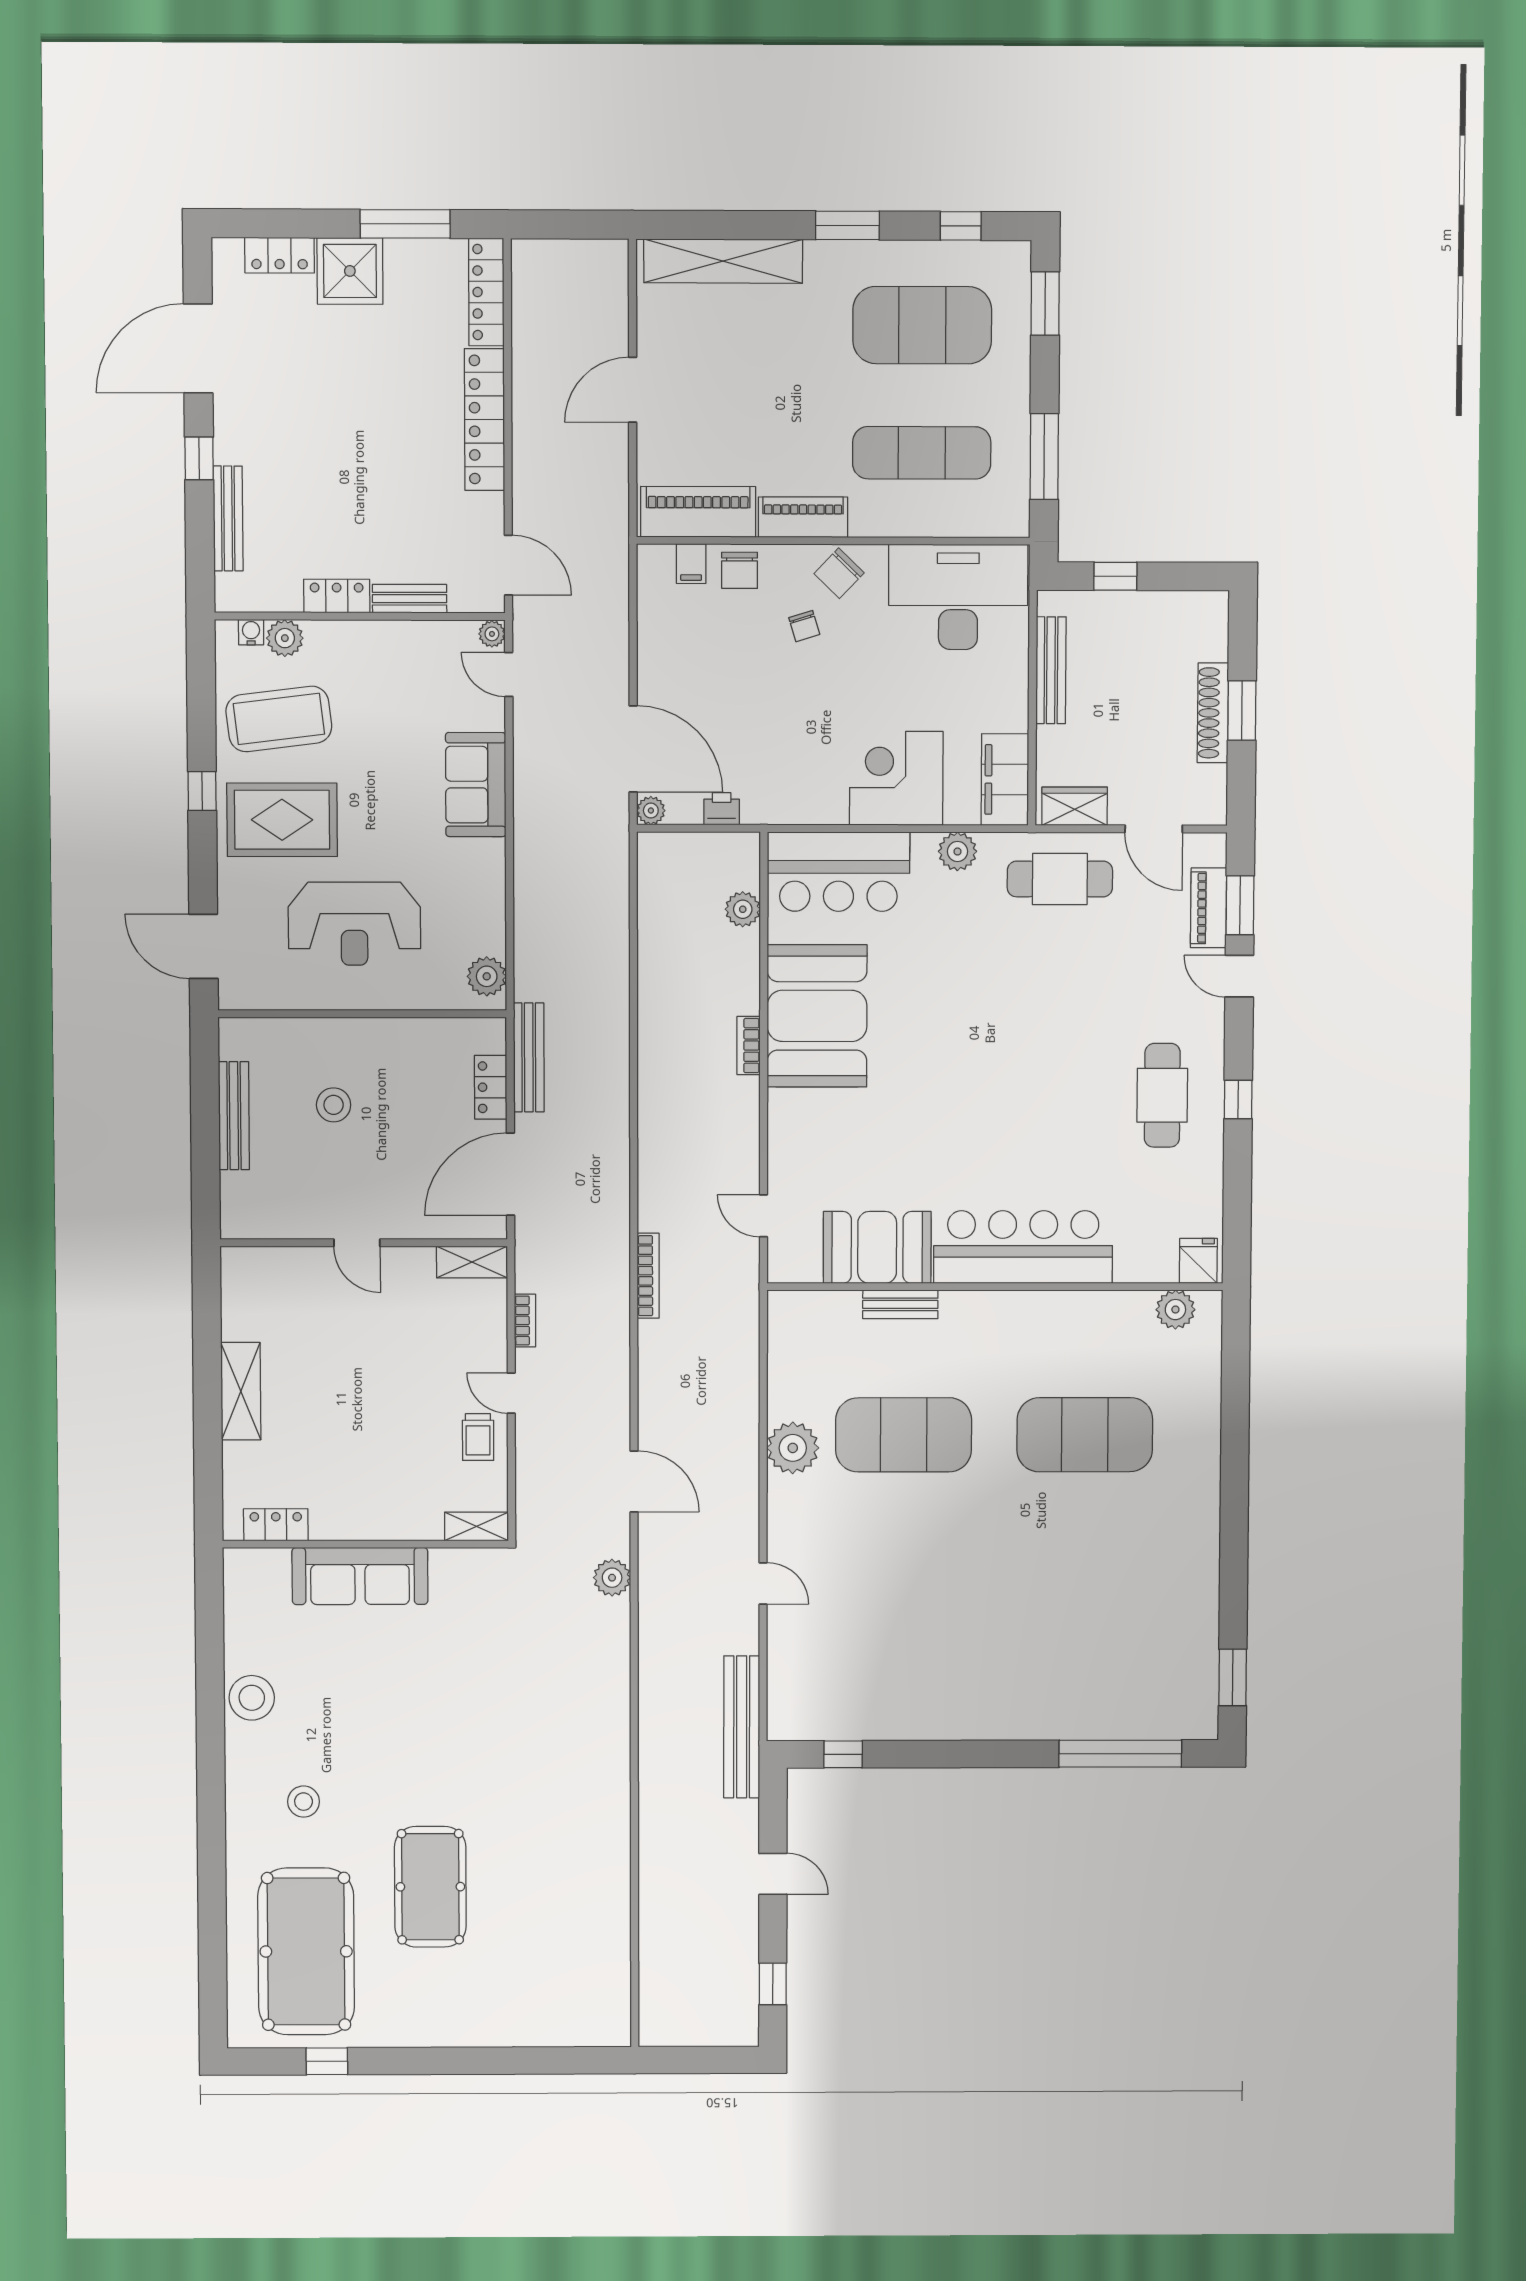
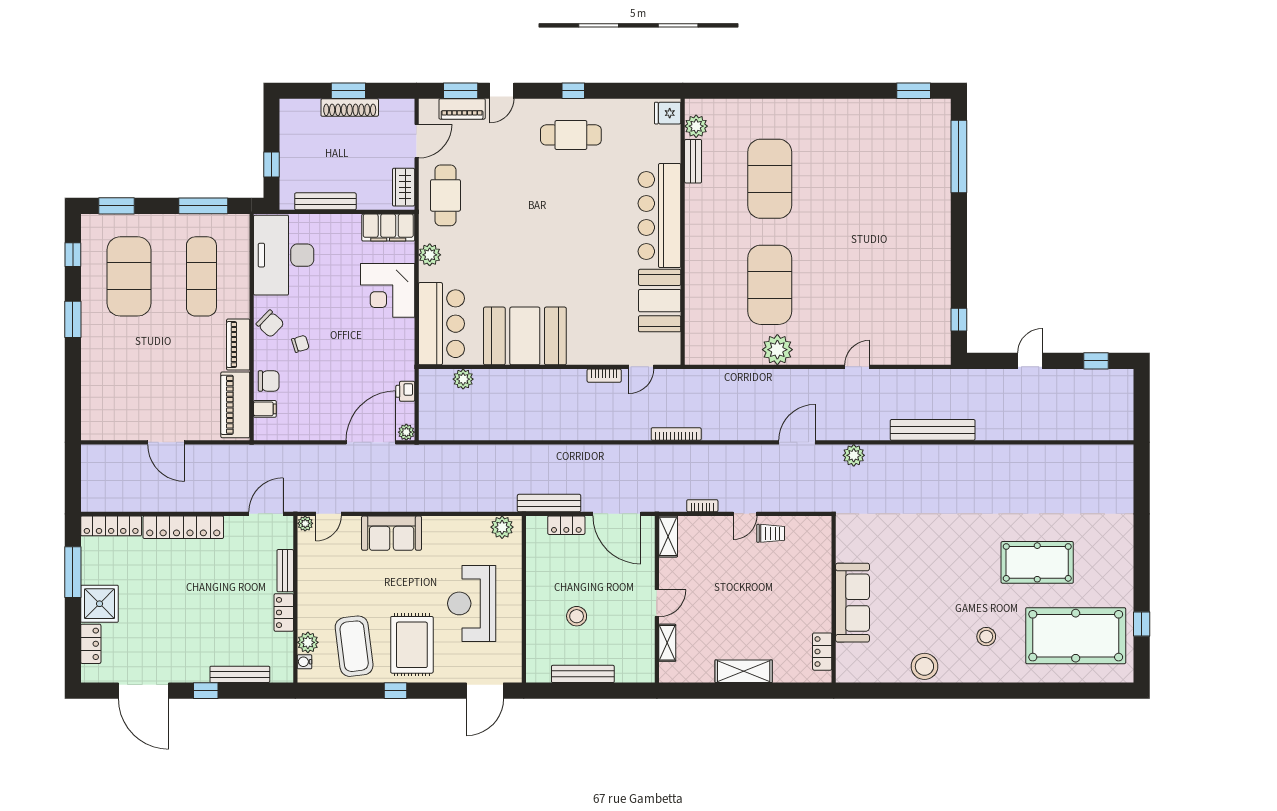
shelving: (723, 261) -> (93, 390), removed
reception desk: (354, 924) -> (472, 603), turned 180
bookcase: (749, 1046) -> (604, 376), moved
bench: (900, 1304) -> (693, 161), moved
shelving: (476, 1526) -> (667, 643), moved
bench: (742, 1727) -> (933, 430), moved

